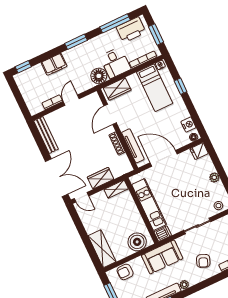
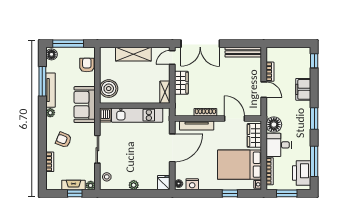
bed: (155, 88) -> (239, 165), width x1.50
shelving: (102, 249) -> (133, 54), moved

